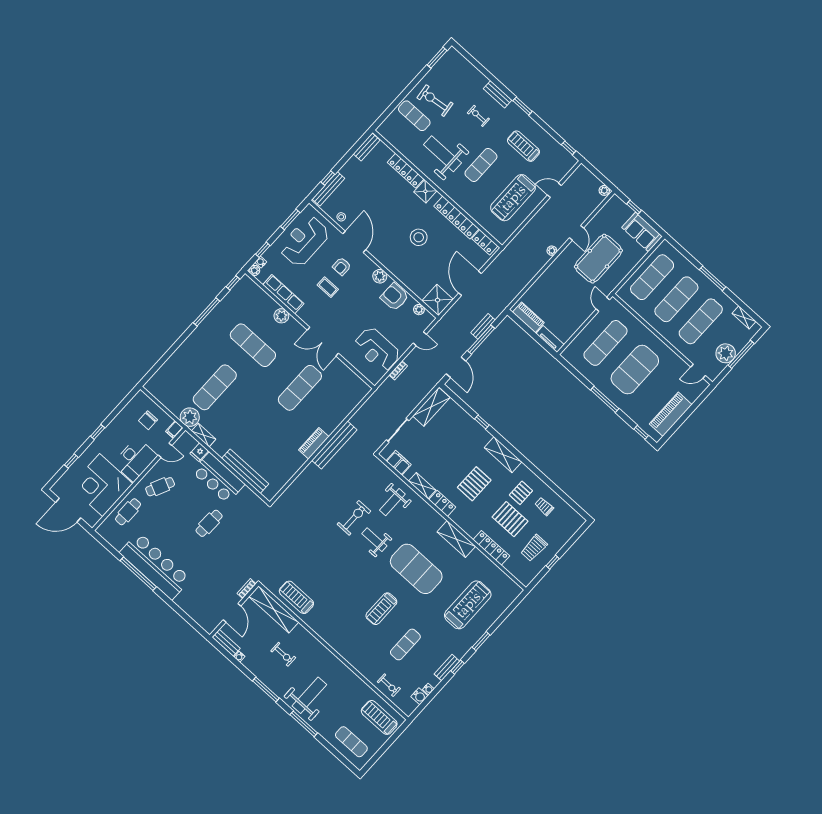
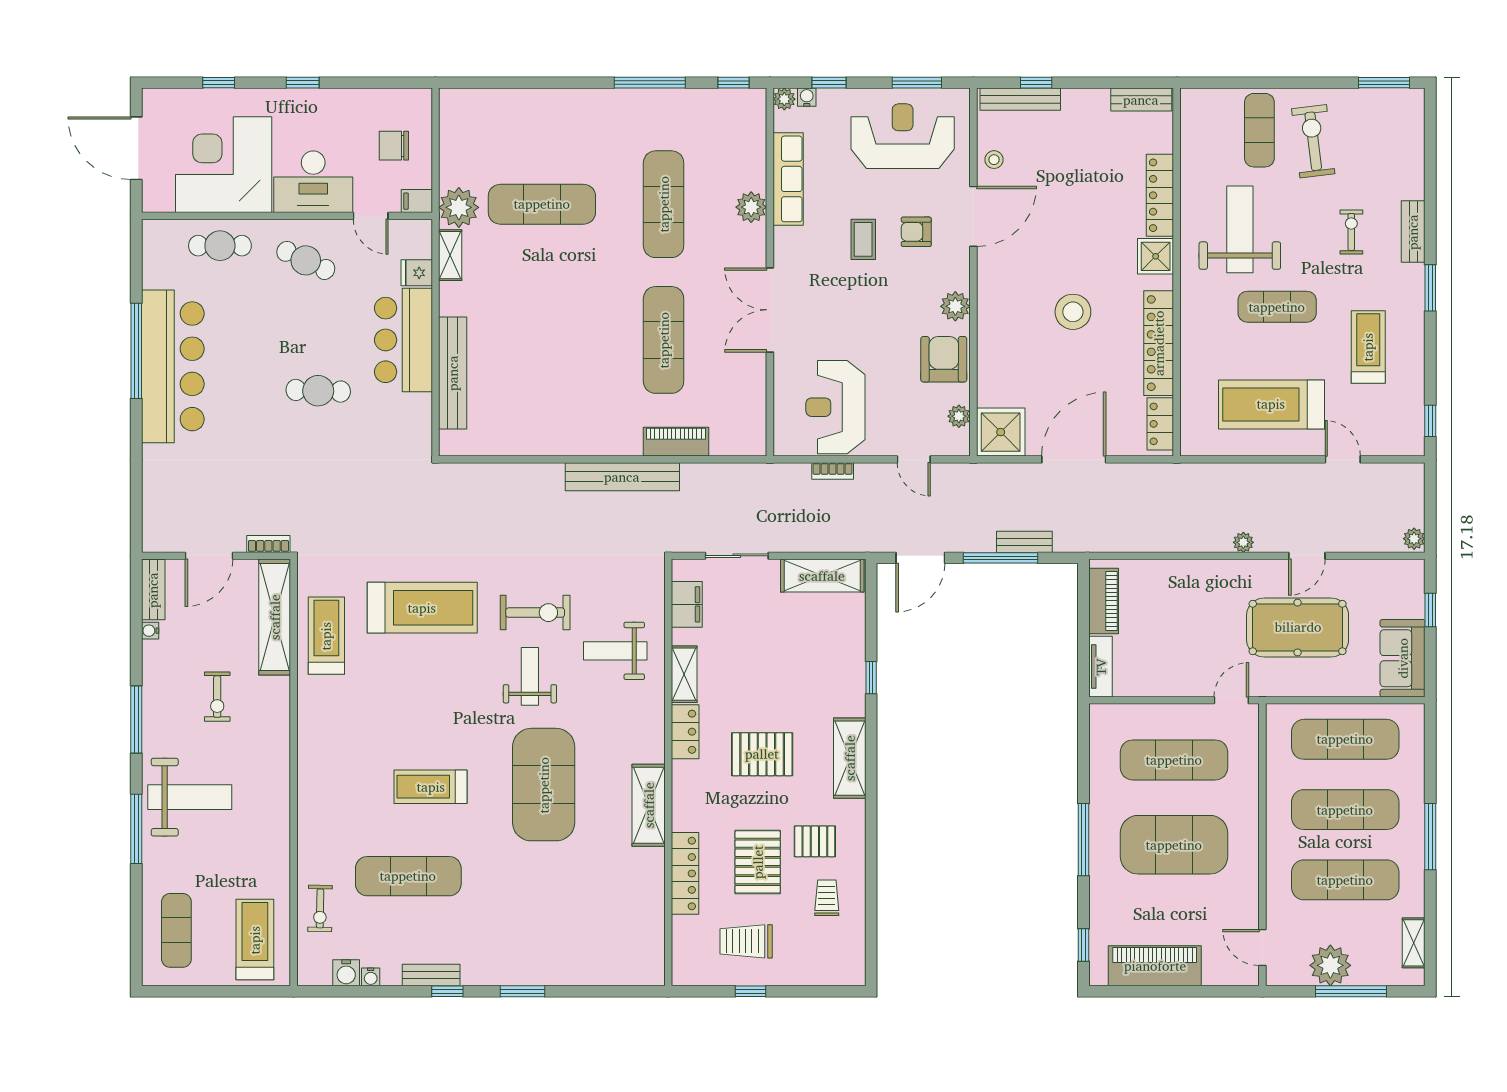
exercise mat: (300, 388) -> (664, 340), turned 90
piano: (314, 443) -> (676, 442), moved
treadmill: (468, 605) -> (422, 608), moved
exercise mat: (405, 644) -> (408, 876), width x1.36, depth x1.45

